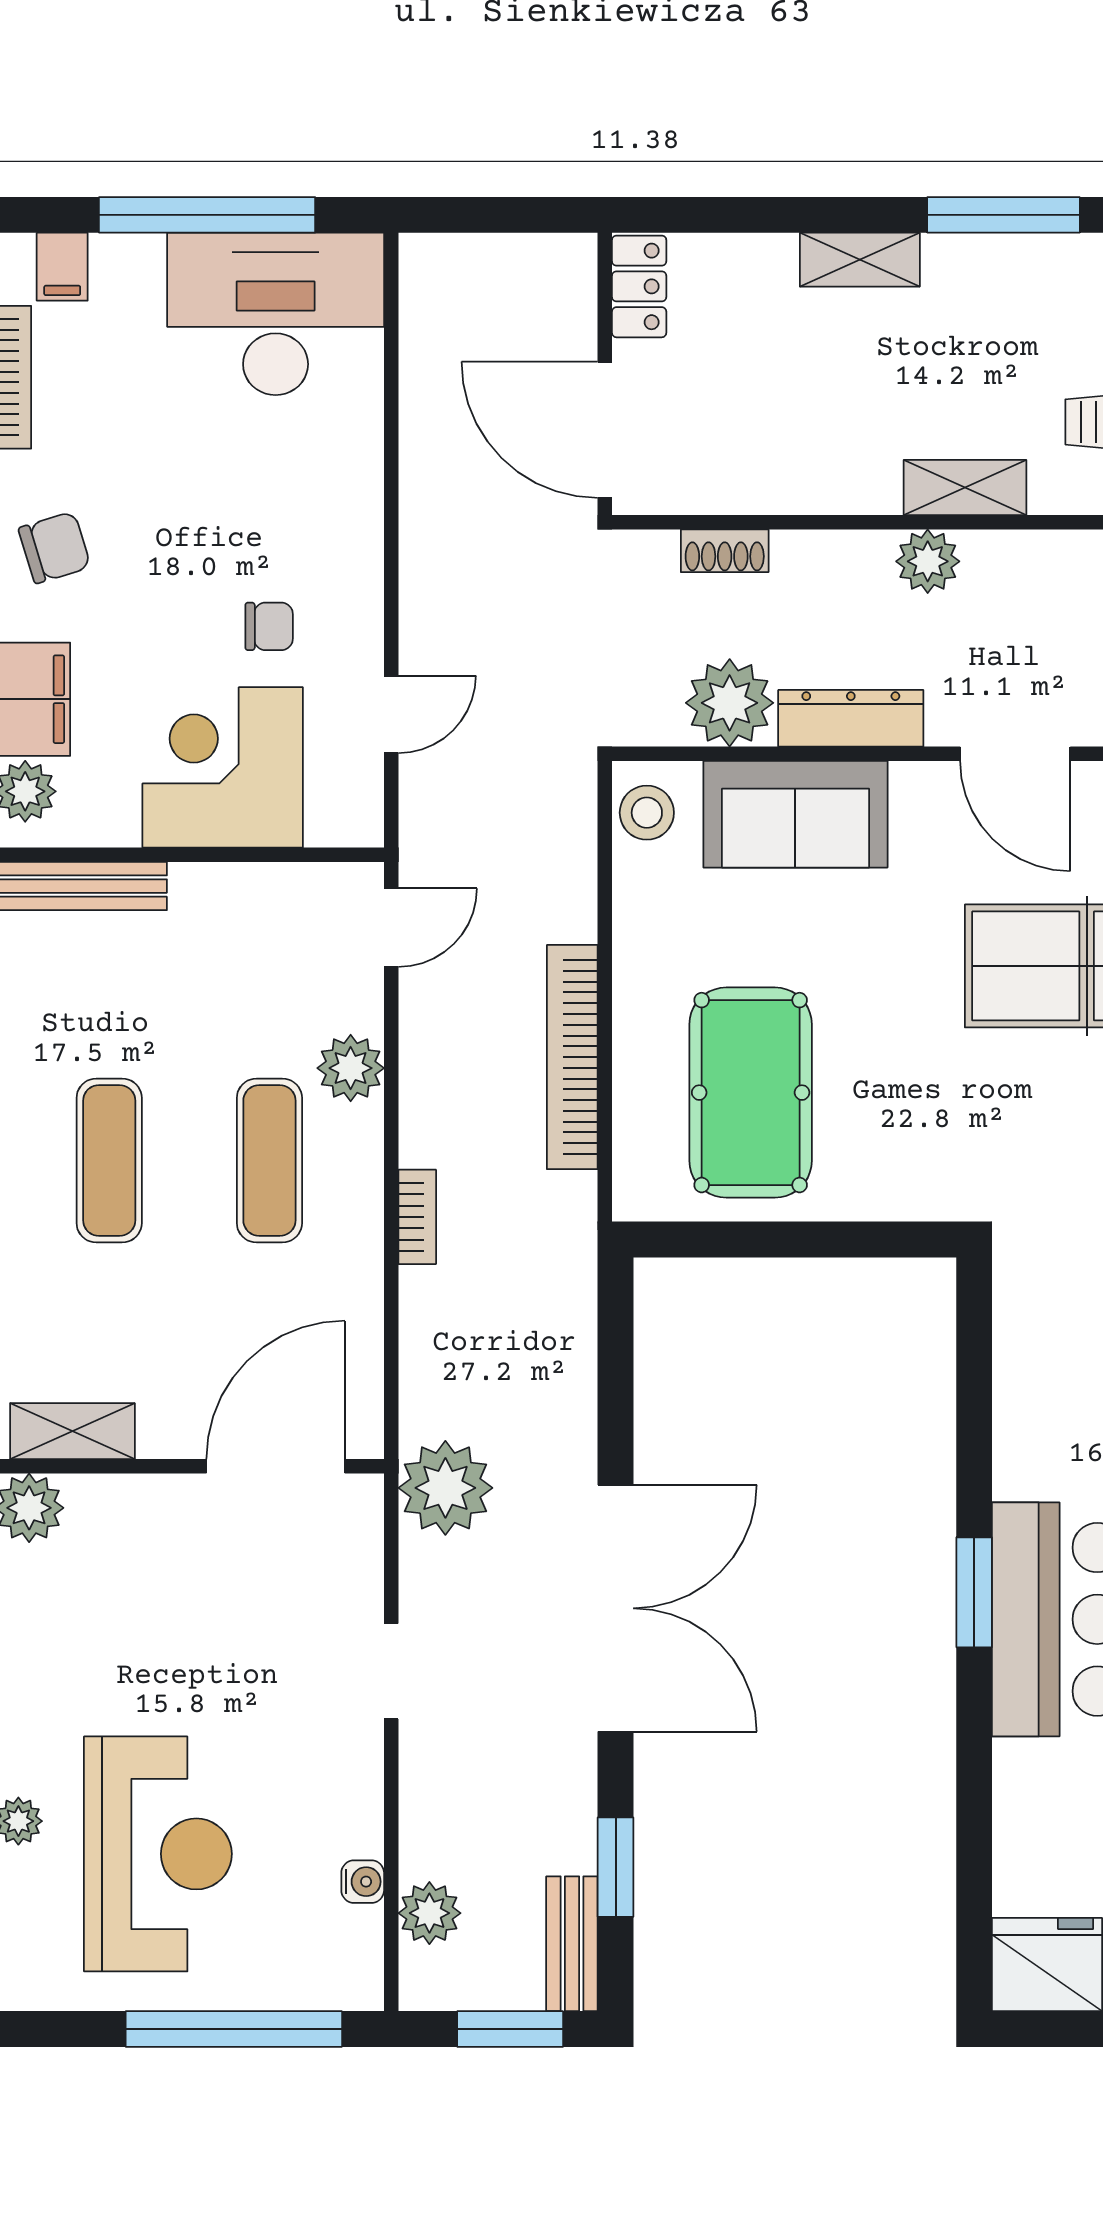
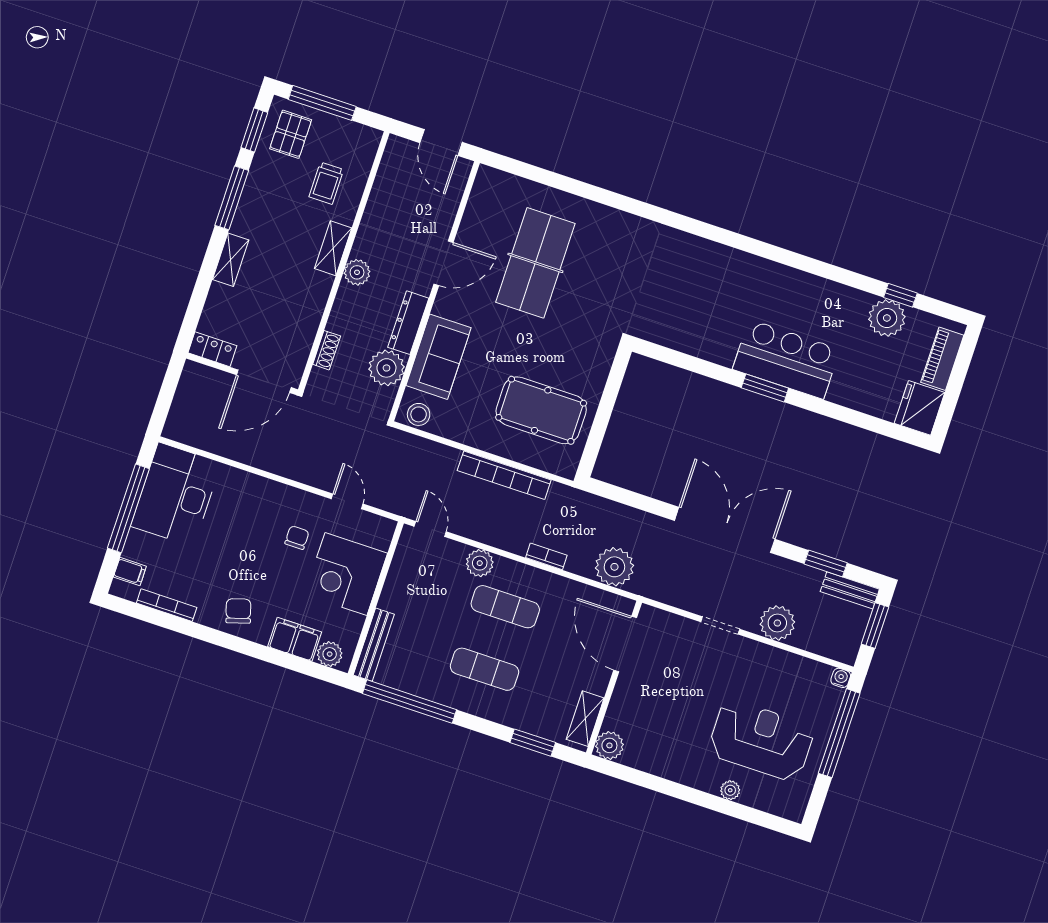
plant: (445, 1488) -> (614, 567), moved
water cooler: (363, 1882) -> (841, 678), moved
plant: (429, 1913) -> (777, 623), moved, width x1.36, depth x1.36

